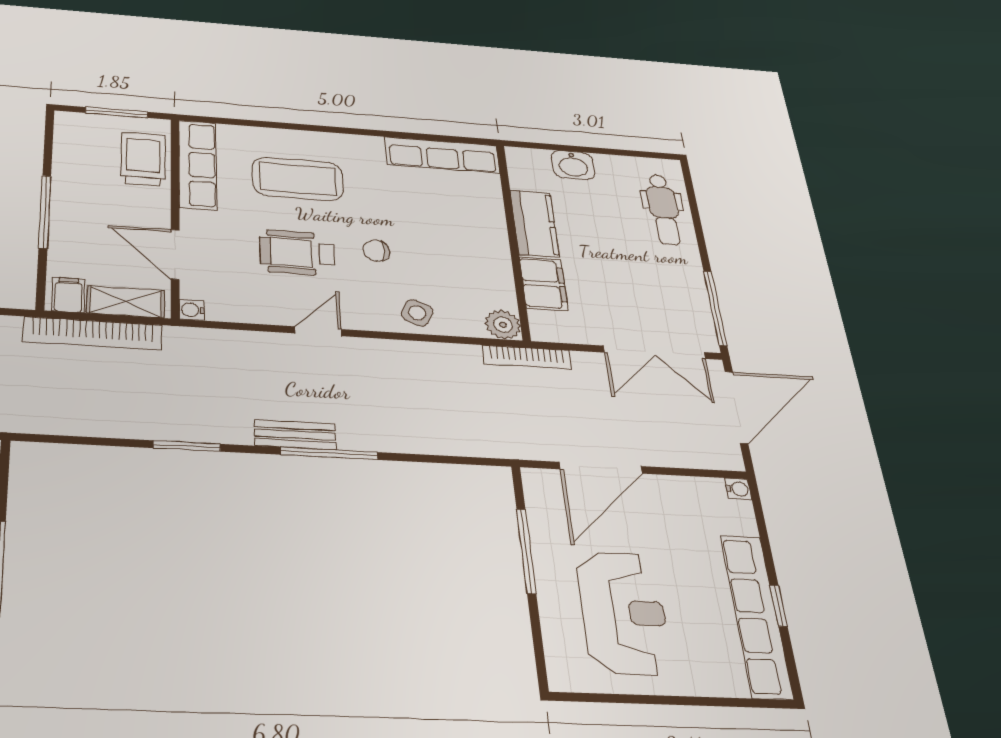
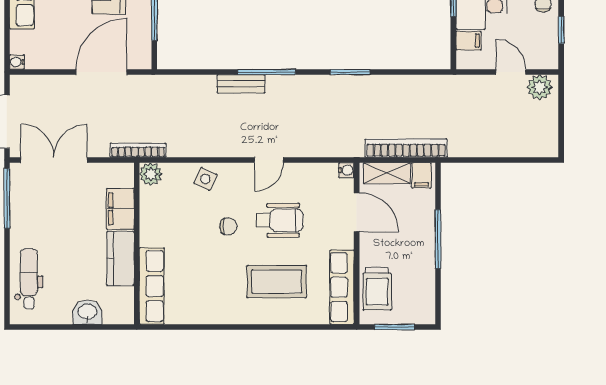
row of seats: (442, 155) -> (152, 286), moved, turned 90
bench: (295, 435) -> (241, 84), moved

